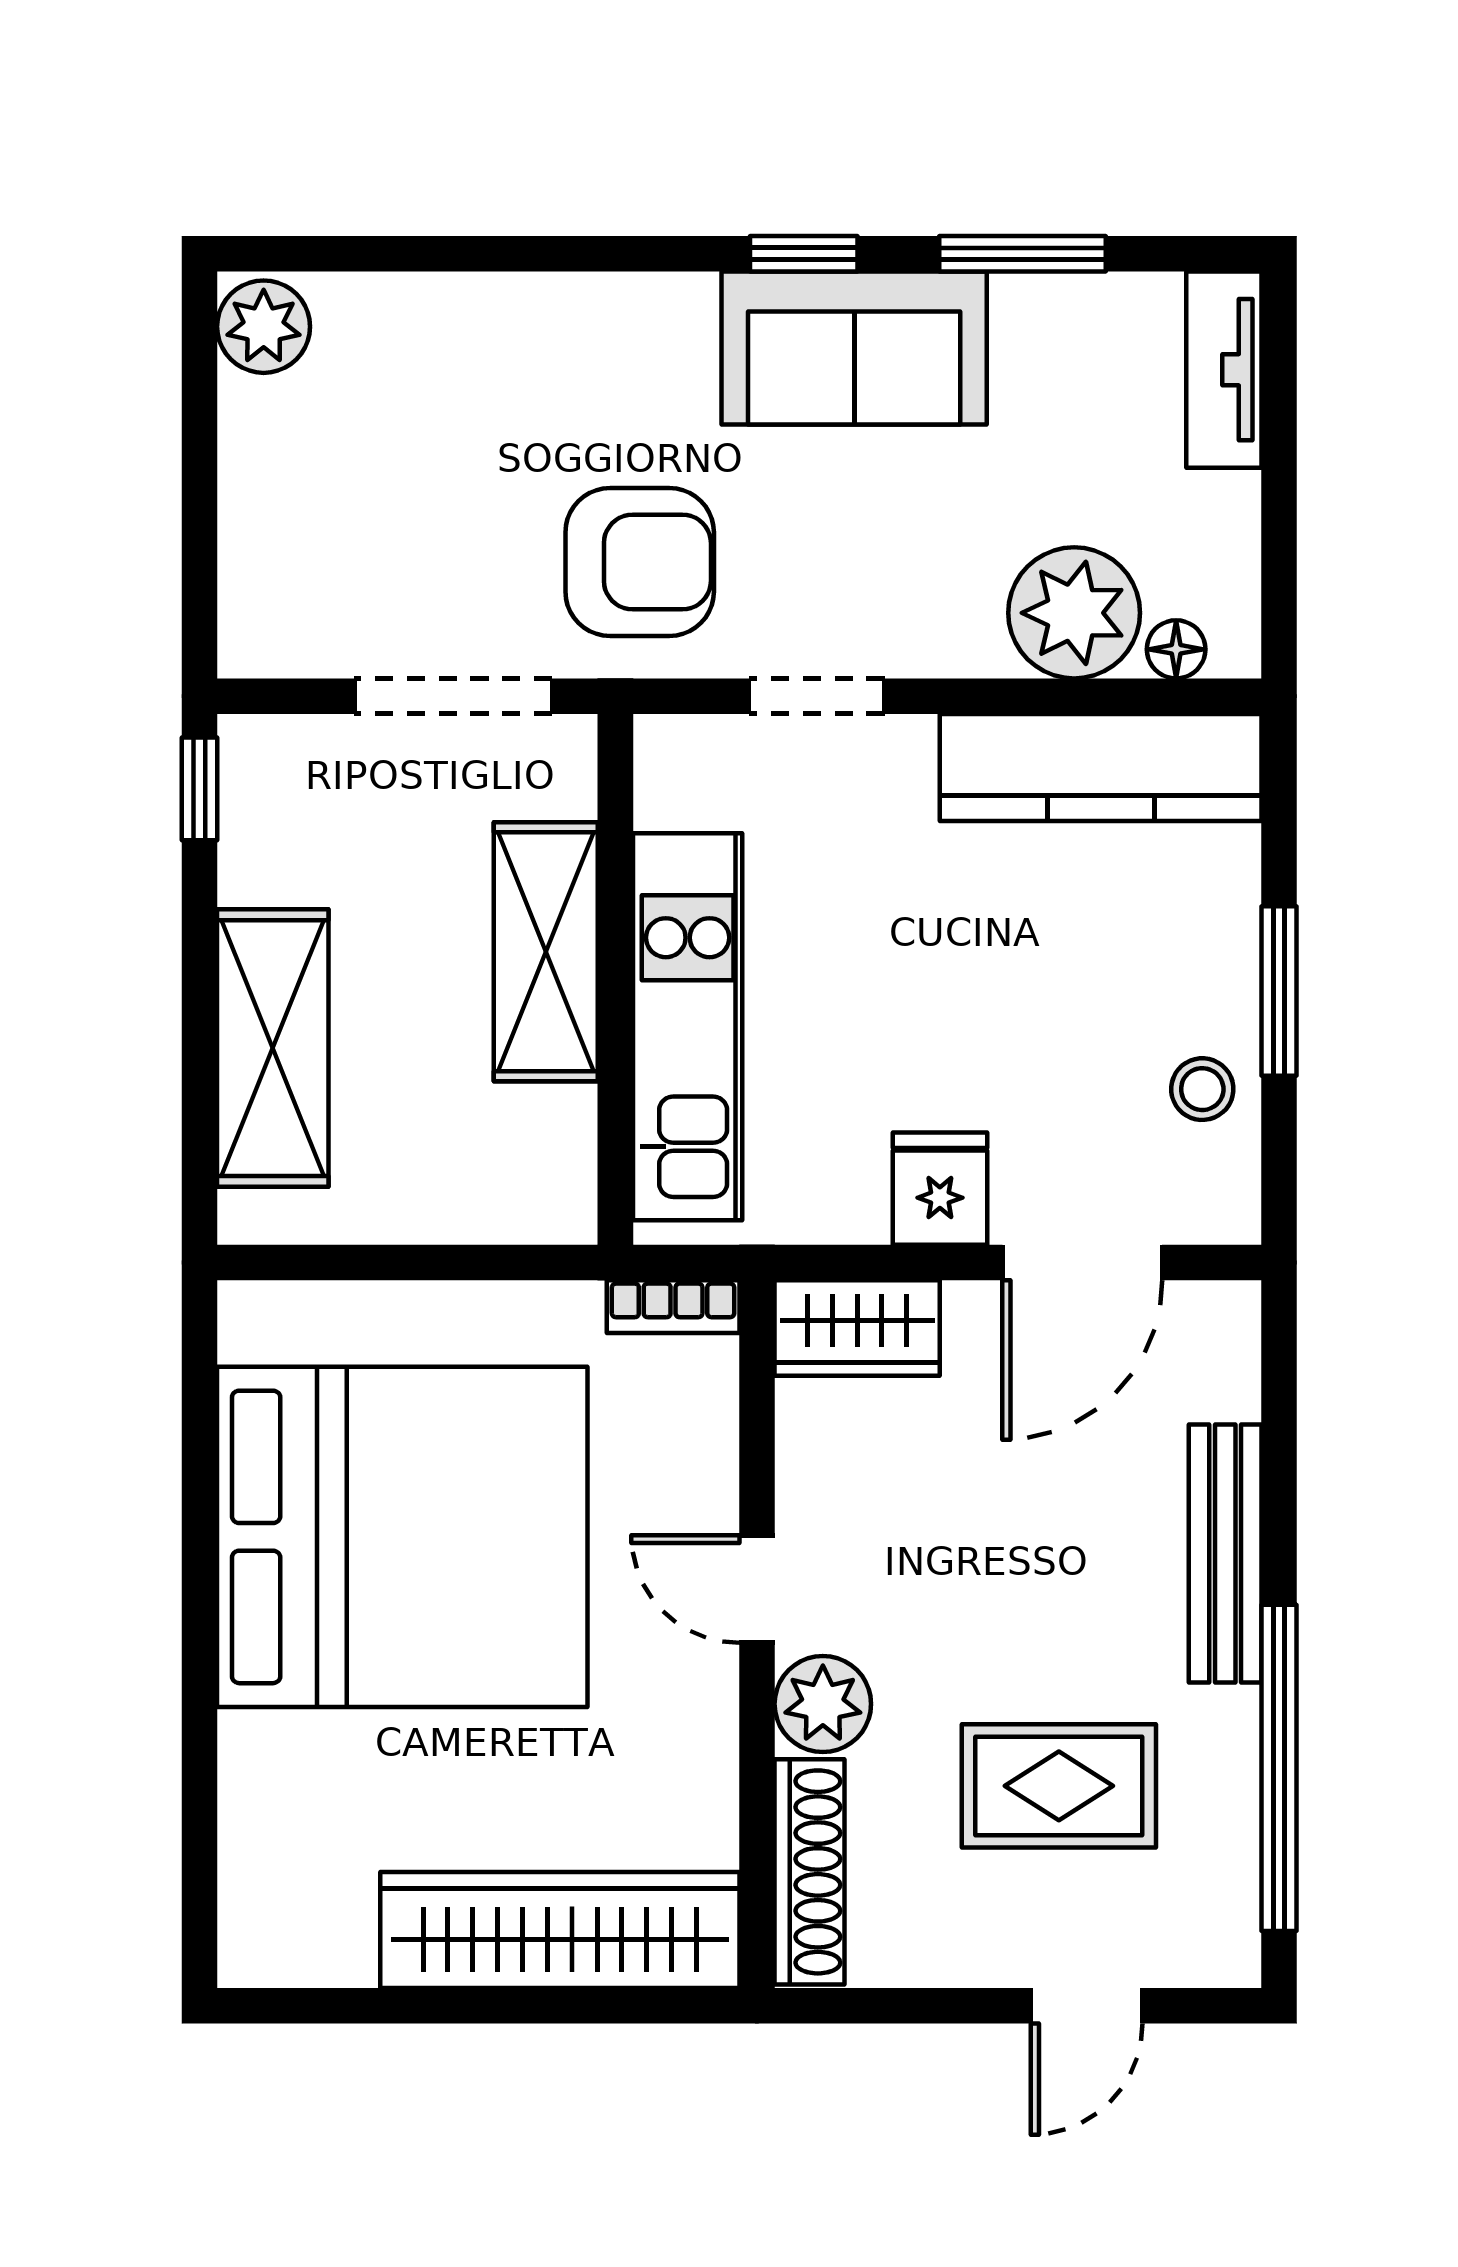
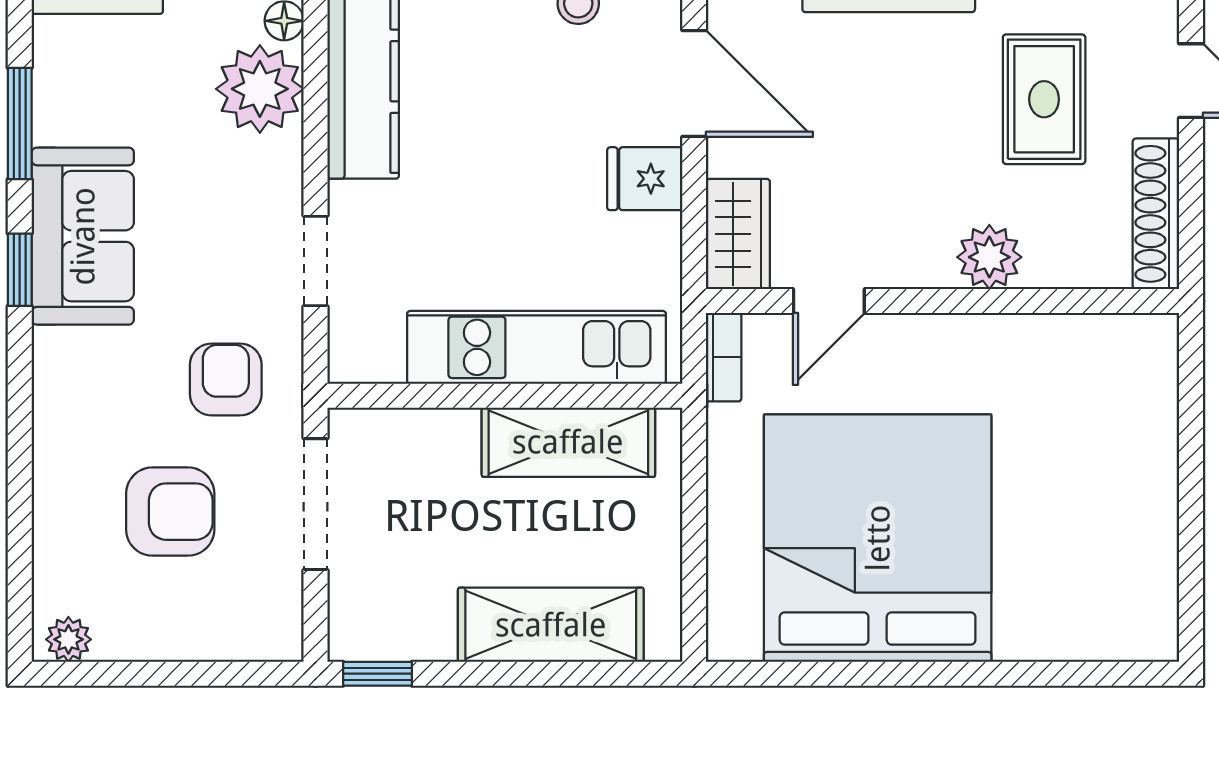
plant: (264, 327) -> (68, 639), width x0.73, depth x0.73
armchair: (442, 479) -> (170, 512), added
armchair: (640, 562) -> (226, 379), width x0.72, depth x0.72
shelving: (546, 952) -> (568, 442), moved
door: (757, 1589) -> (829, 301), moved
shoe rack: (809, 1872) -> (1156, 214), moved, turned -90
wardrobe: (560, 1930) -> (1140, 433), removed

